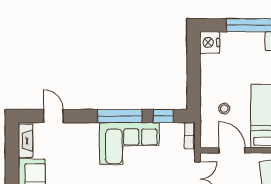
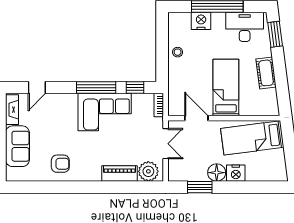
nightstand: (210, 42) -> (201, 21), moved, turned 90
stool: (224, 109) -> (178, 52), moved
door: (53, 116) -> (37, 88), swing flipped

